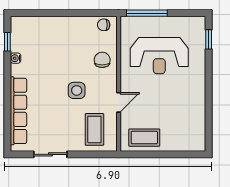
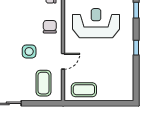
reception desk: (159, 56) -> (96, 23), turned 180
window: (209, 86) -> (136, 48), added

